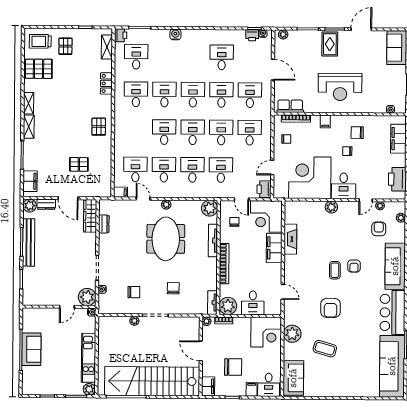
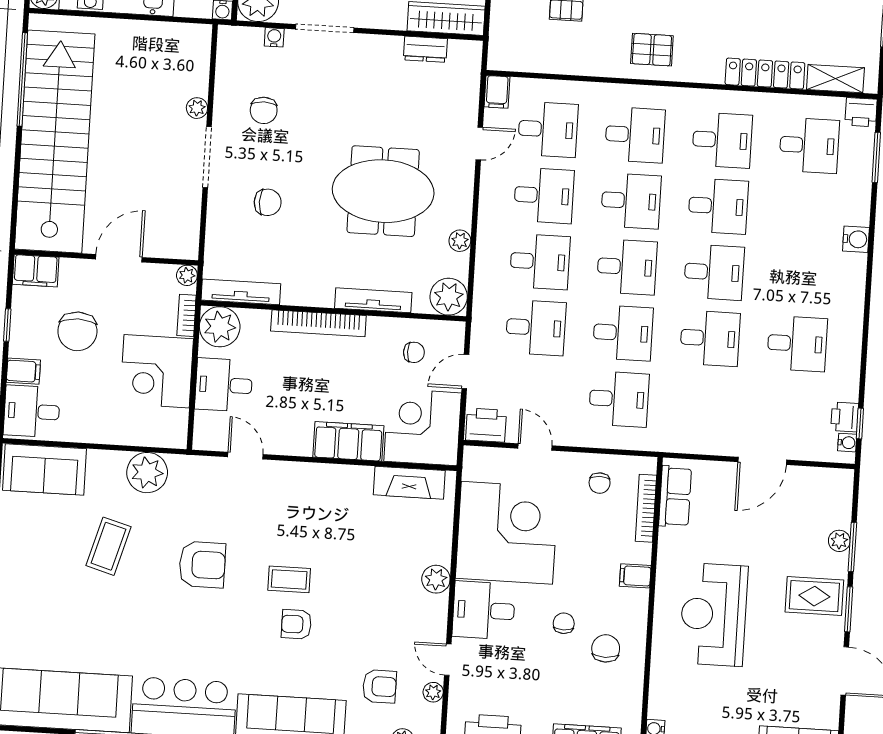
plant: (283, 34) -> (839, 541), moved
locker: (106, 83) -> (765, 74), width x1.53
desk: (250, 95) -> (635, 135), moved
plant: (166, 205) -> (460, 241), moved
fireplace: (290, 239) -> (409, 483), moved
door: (283, 292) -> (245, 456), swing flipped
tv unit: (212, 303) -> (241, 292), width x1.41
armchair: (331, 308) -> (202, 565), turned 180
corner desk: (266, 332) -> (157, 371), moved

